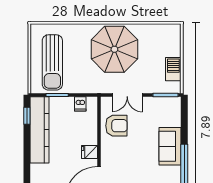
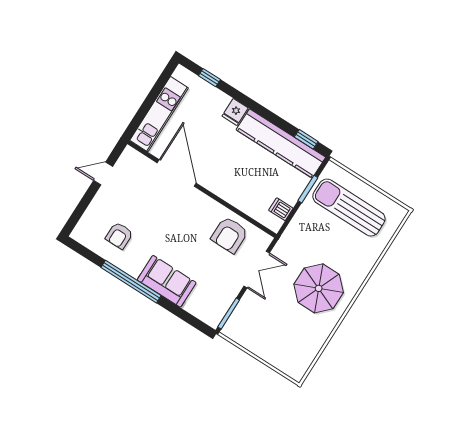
parasol: (114, 49) -> (319, 288), width x0.73, depth x0.73
barbecue: (173, 69) -> (253, 341), removed
double door: (127, 95) -> (257, 270), swing flipped
fridge: (90, 152) -> (235, 112), moved, turned 180

